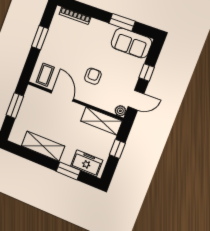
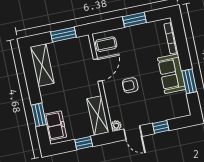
sofa: (131, 43) -> (172, 74), moved
armchair: (93, 76) -> (130, 85), turned 180
shelving: (43, 146) -> (42, 65), moved

